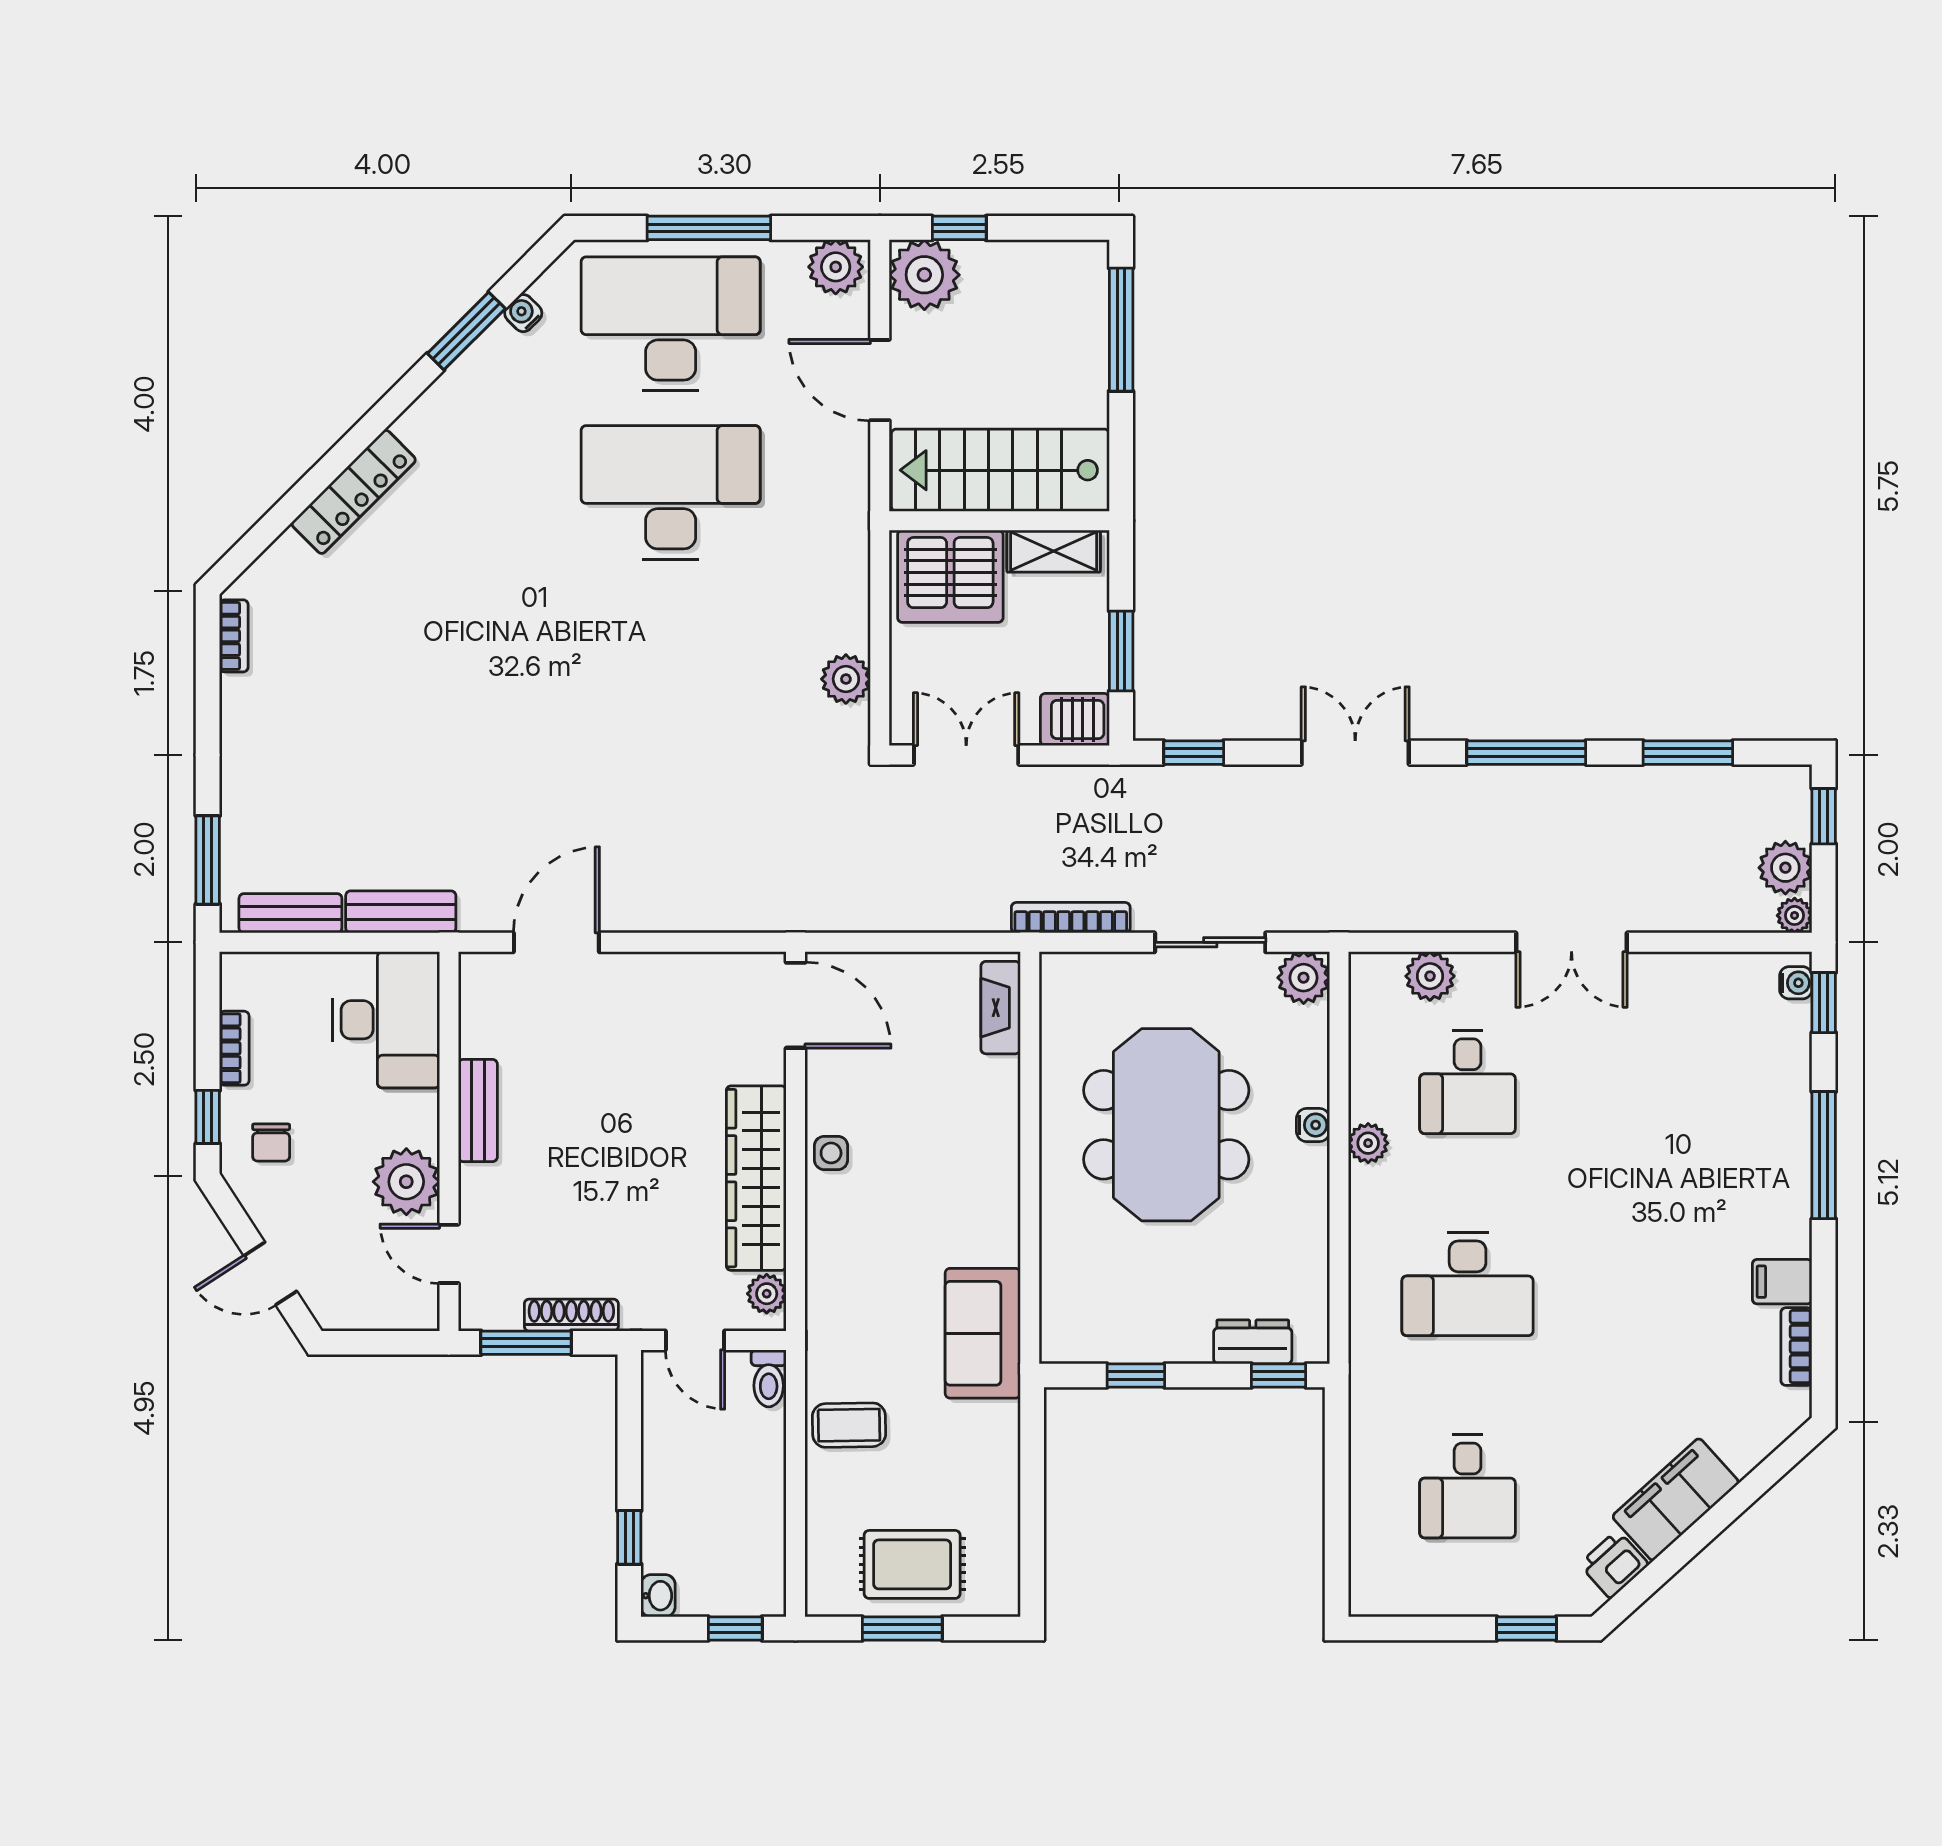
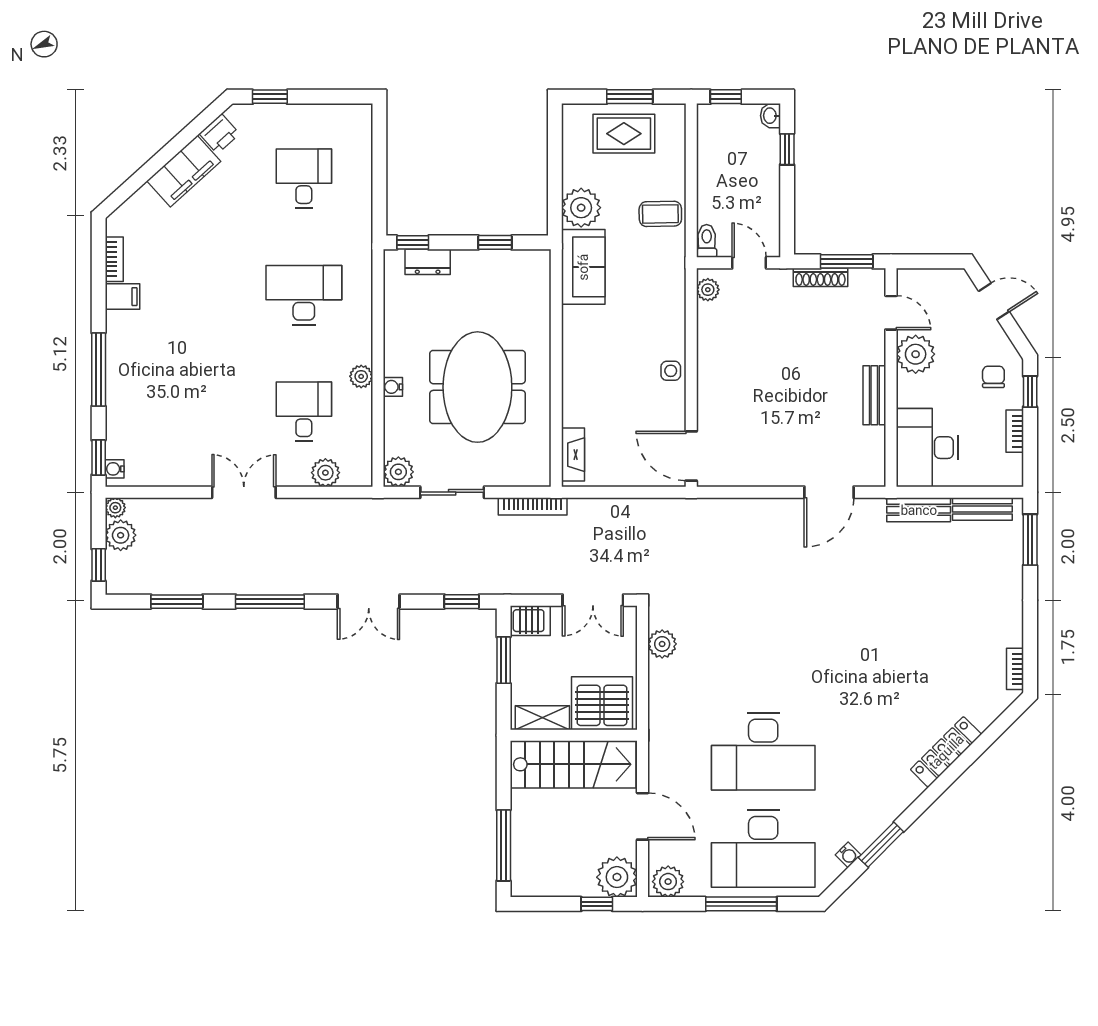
wardrobe: (756, 1178) -> (714, 356), removed
plant: (986, 1436) -> (581, 208), added

